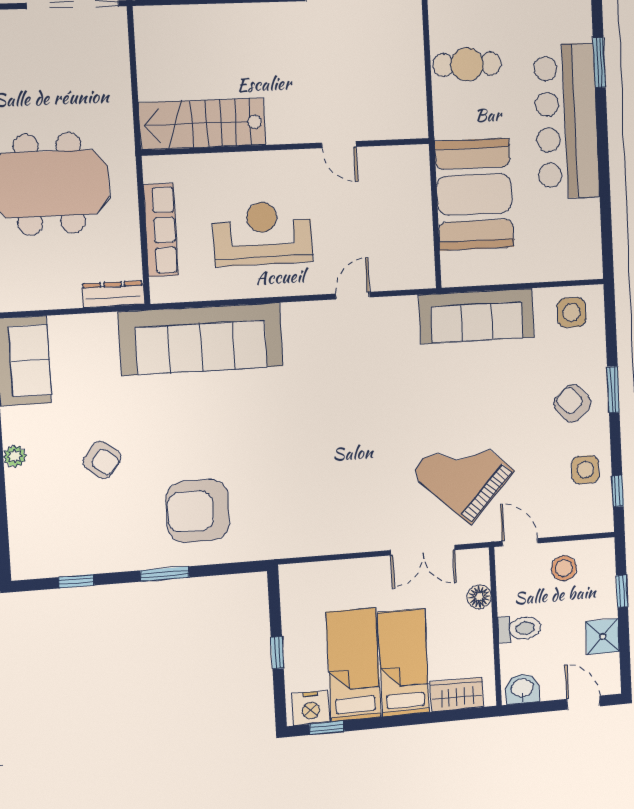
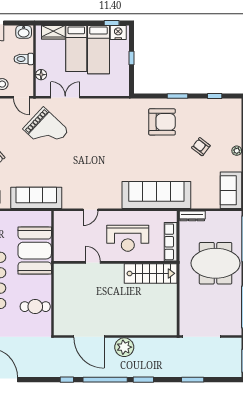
stairs: (202, 124) -> (151, 273), moved
door: (339, 145) -> (93, 262), moved
wall: (287, 147) -> (115, 262), moved

